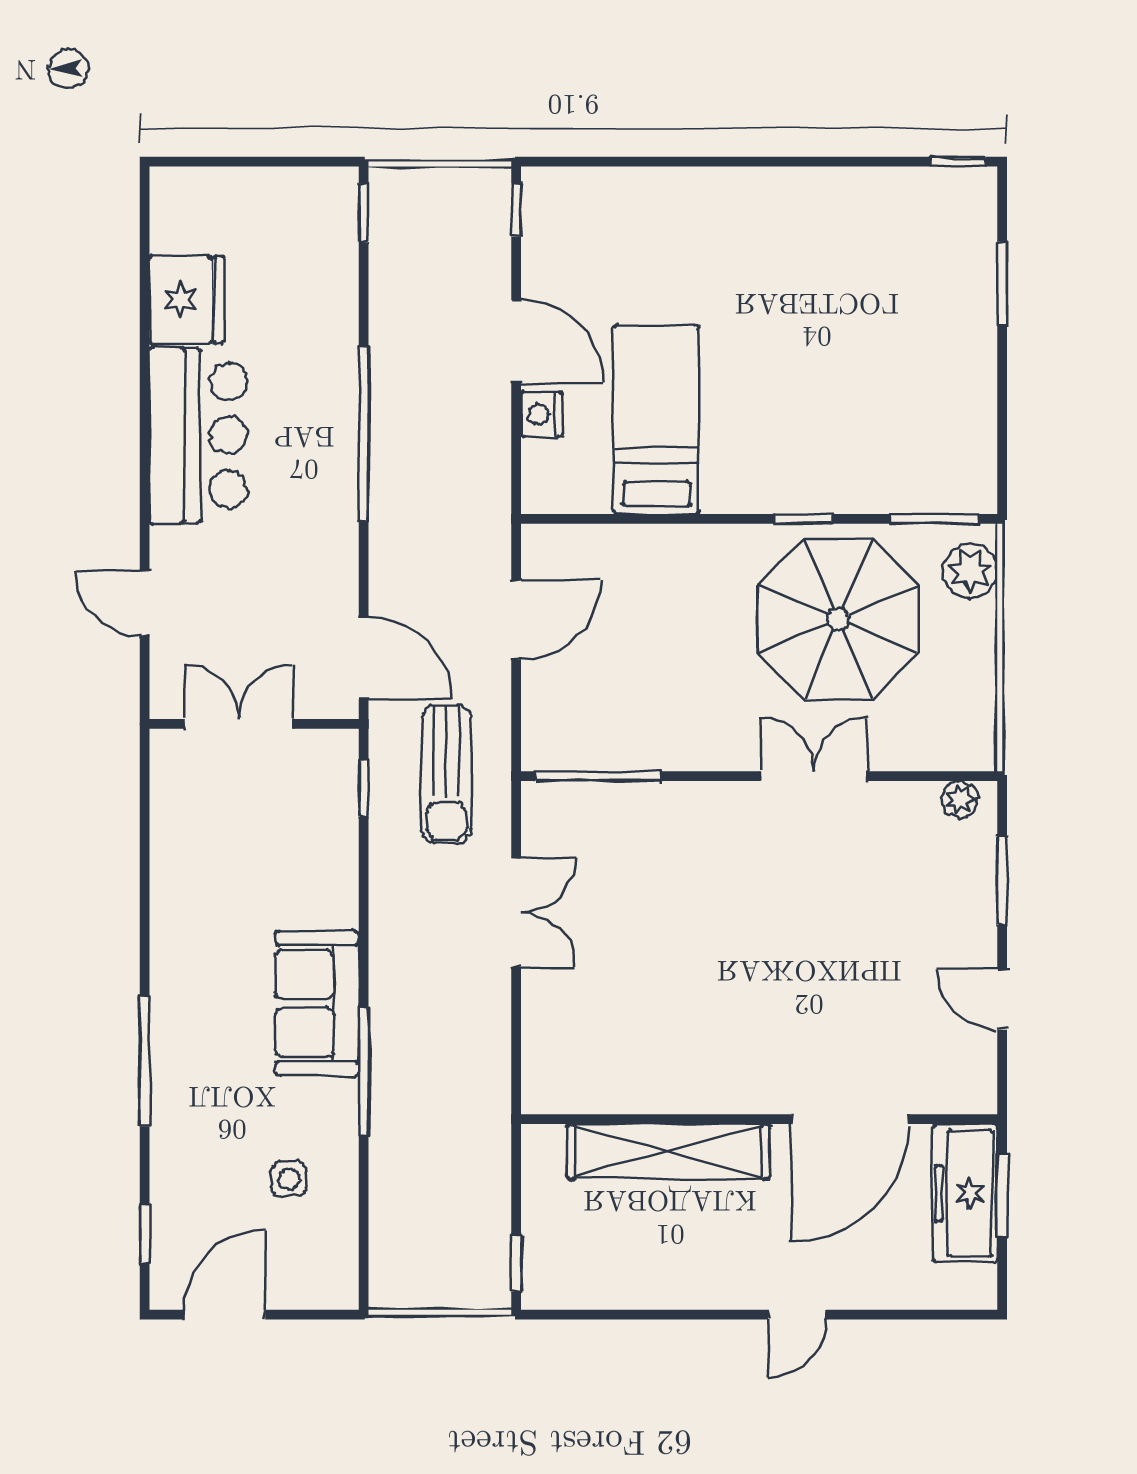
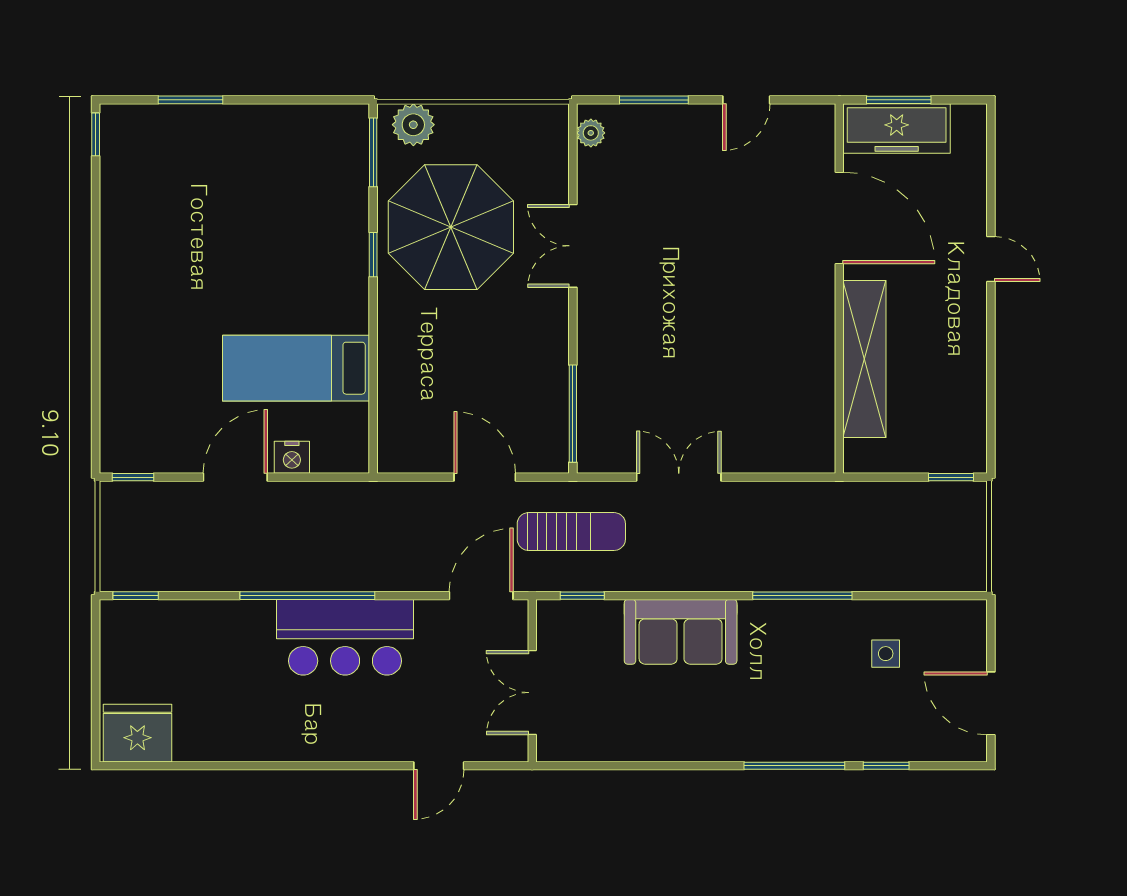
fridge: (187, 300) -> (137, 733), moved
bar counter: (198, 435) -> (345, 637), moved, turned 180
door: (516, 620) -> (485, 477), moved
sofa: (317, 1003) -> (681, 632), moved
window: (145, 1234) -> (886, 766), moved

